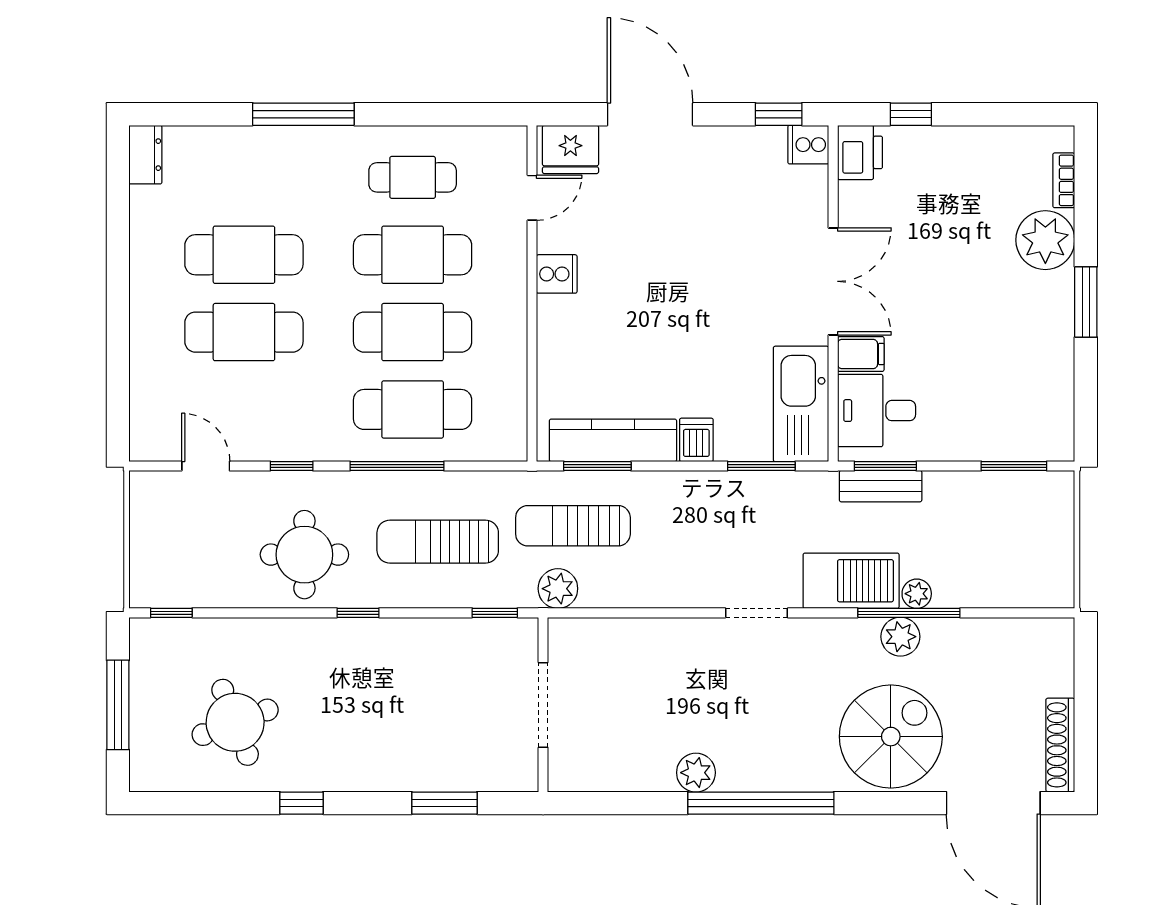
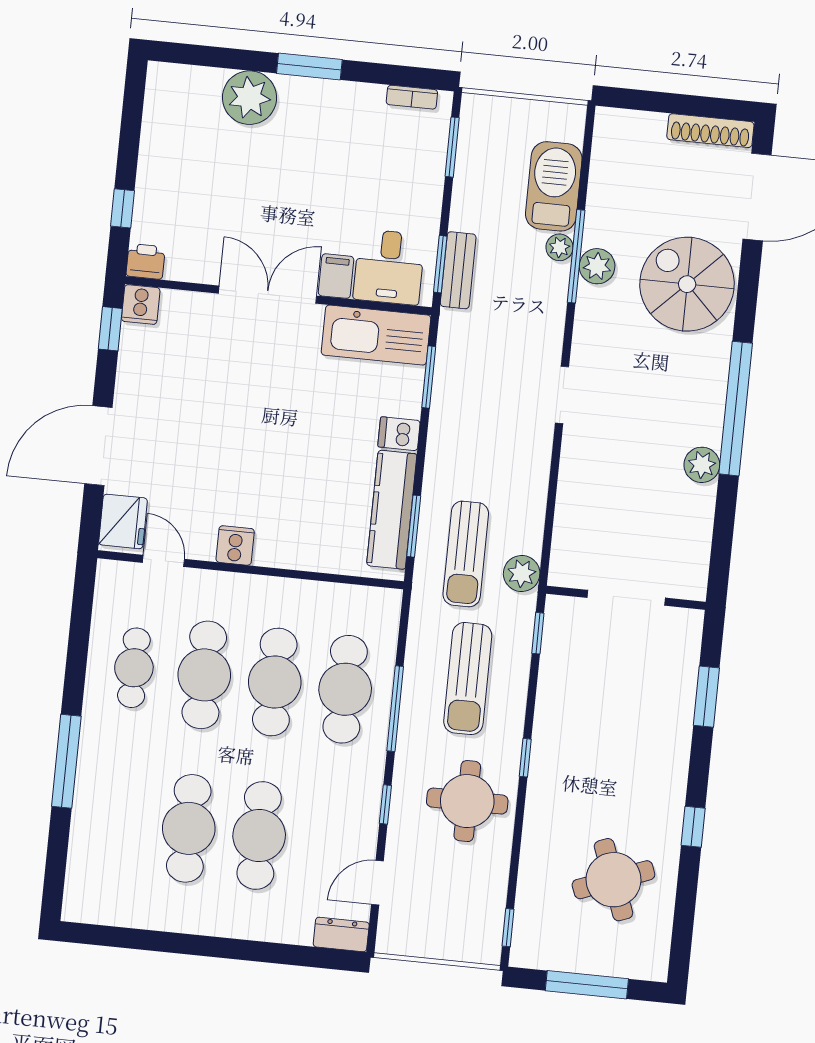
printer: (860, 152) -> (146, 261), width x0.73, depth x0.81
dresser: (145, 155) -> (341, 934), moved
bookcase: (1064, 180) -> (412, 97), moved
barbecue: (851, 581) -> (554, 186), moved

